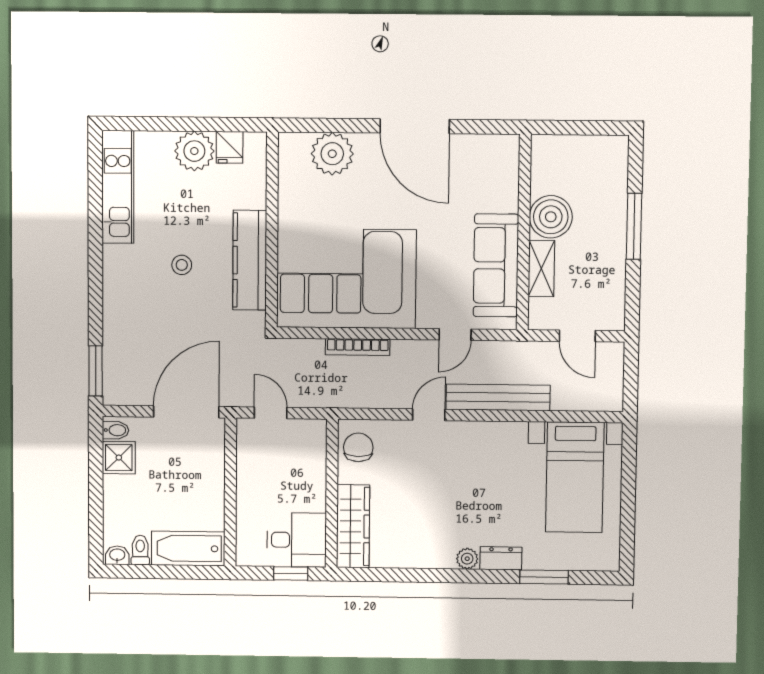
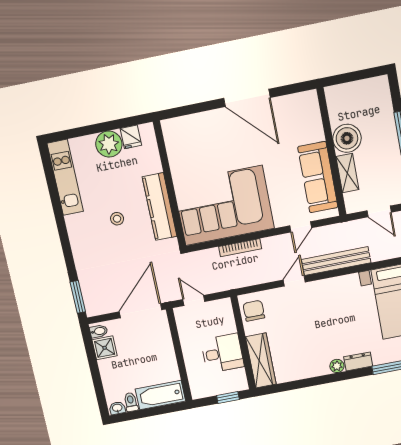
plant: (332, 154) -> (198, 127), removed
desk: (297, 540) -> (222, 353), moved

